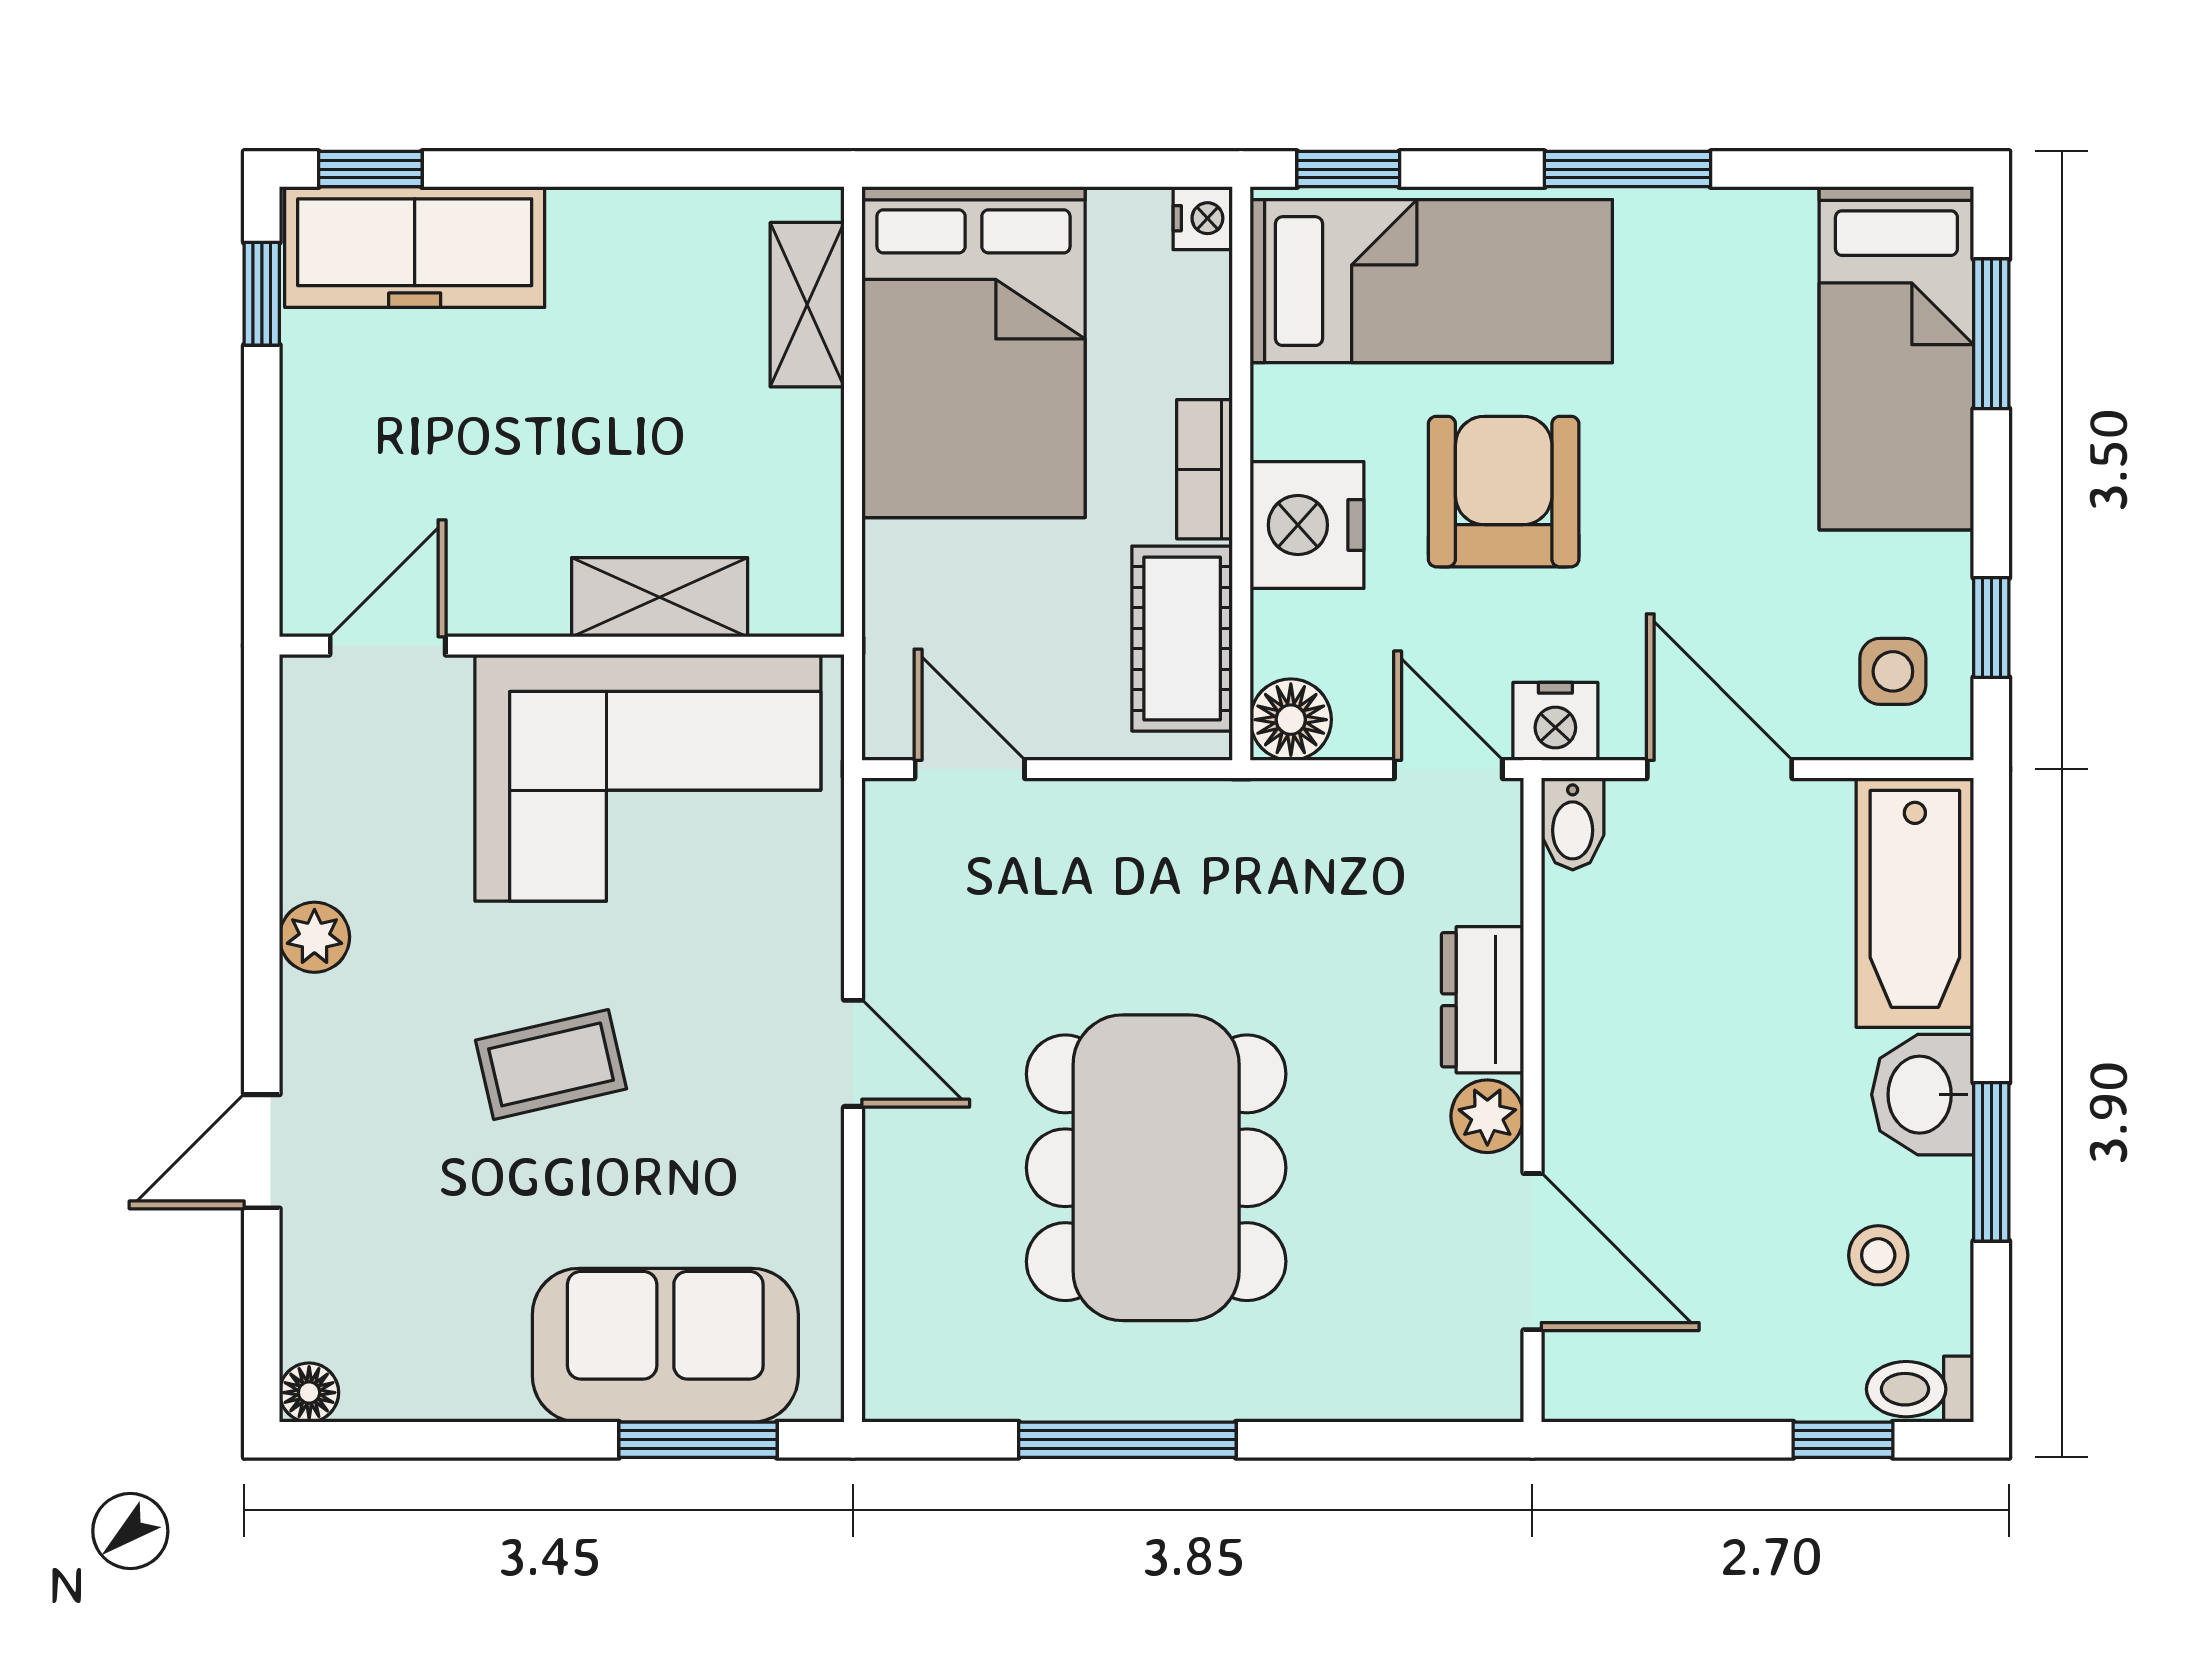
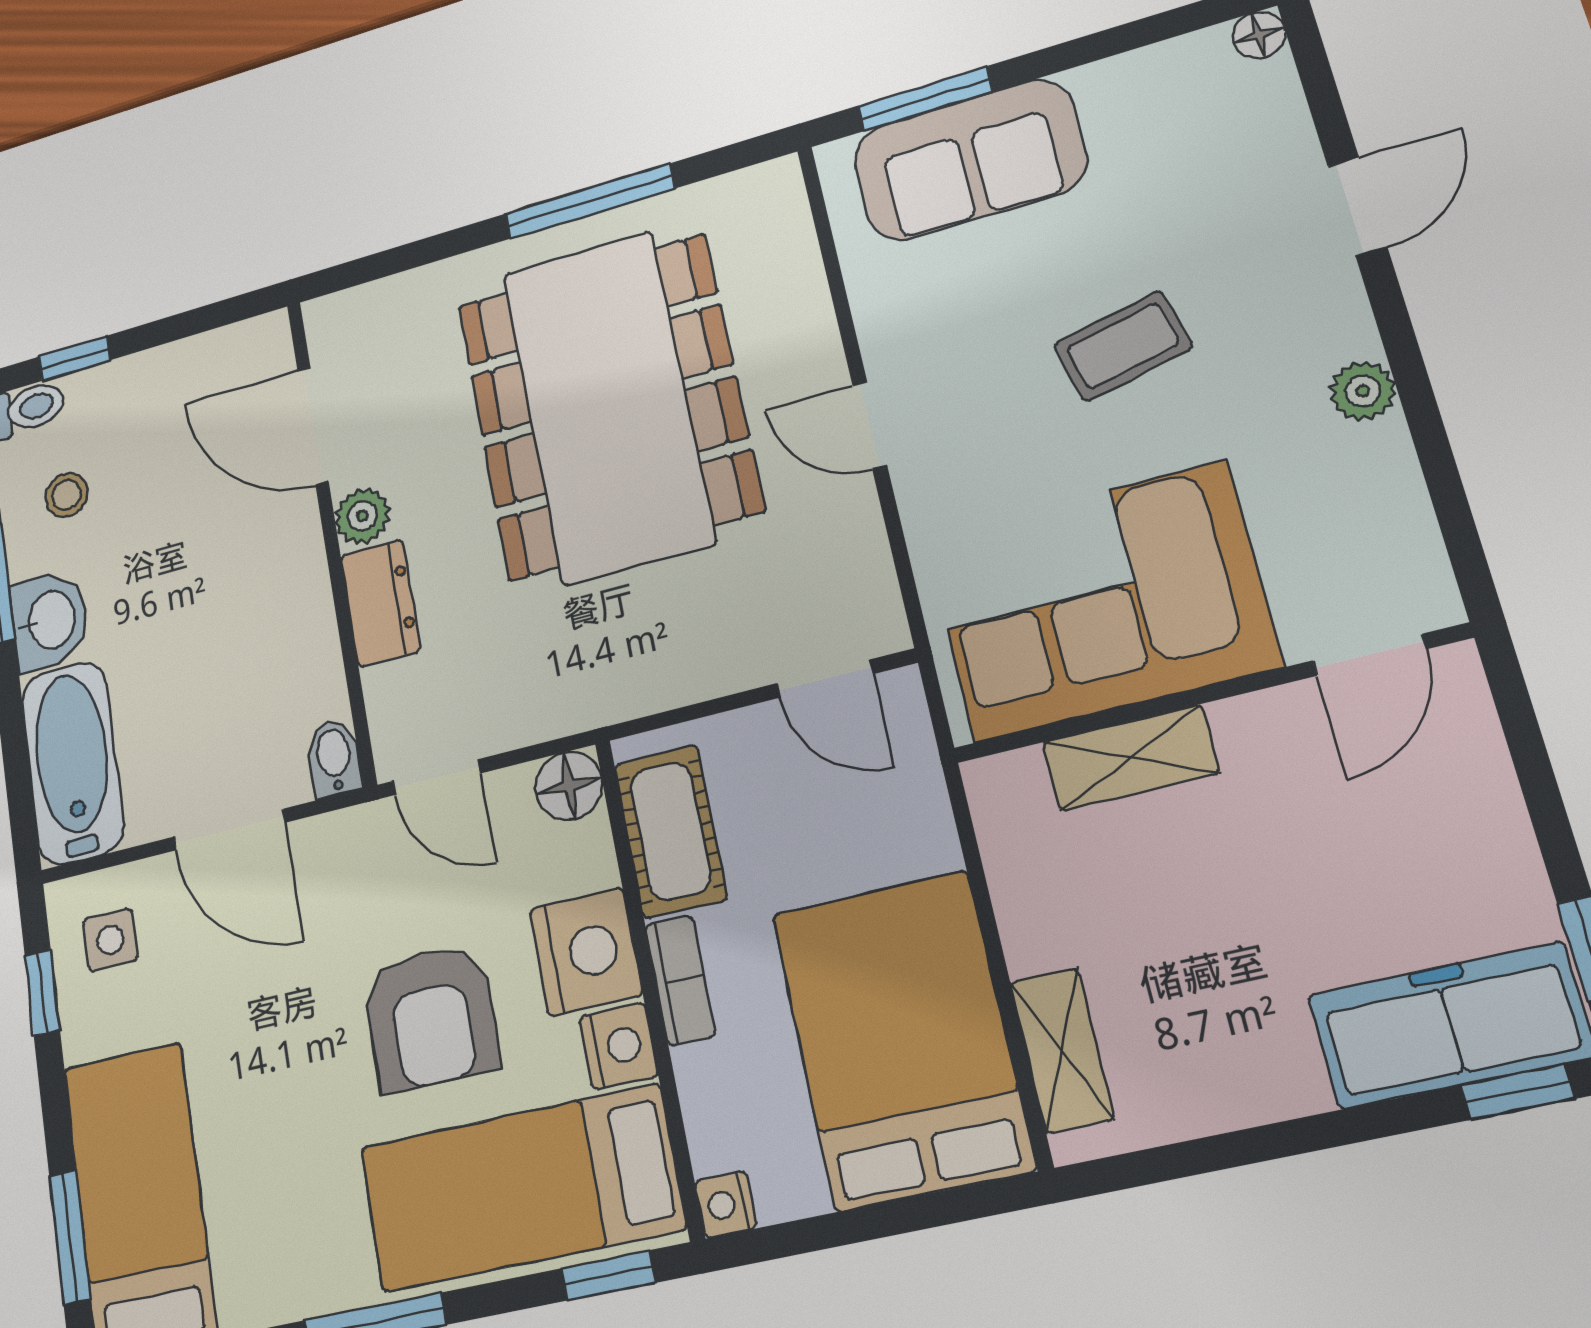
nightstand: (1555, 721) -> (619, 1046), moved, turned 90
dining table: (1156, 1168) -> (608, 406), width x1.36, depth x1.24

